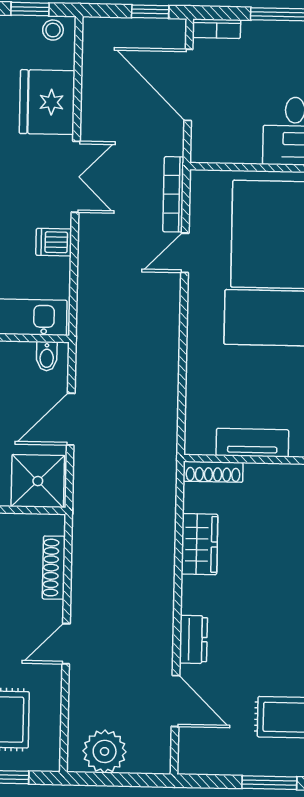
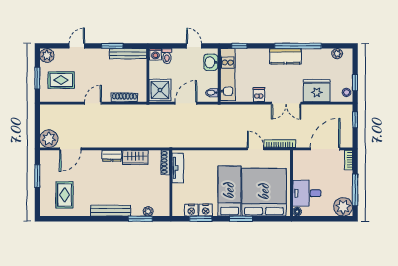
window: (150, 12) -> (355, 120), moved
door: (71, 419) -> (186, 103), hinge flipped
tv unit: (252, 443) -> (178, 168), moved
dresser: (193, 639) -> (112, 156), moved
door: (66, 644) -> (93, 103), hinge flipped
plant: (105, 751) -> (49, 139), moved
window: (269, 783) -> (37, 176), moved

